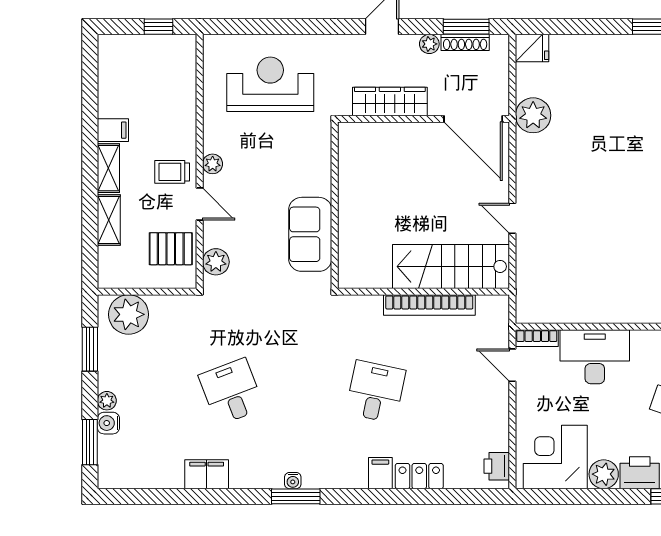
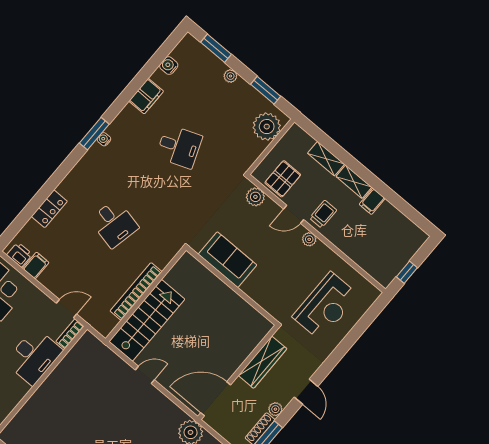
water cooler: (108, 423) -> (169, 66), moved, turned -90
filing cabinet: (380, 473) -> (36, 266), moved, turned -90

